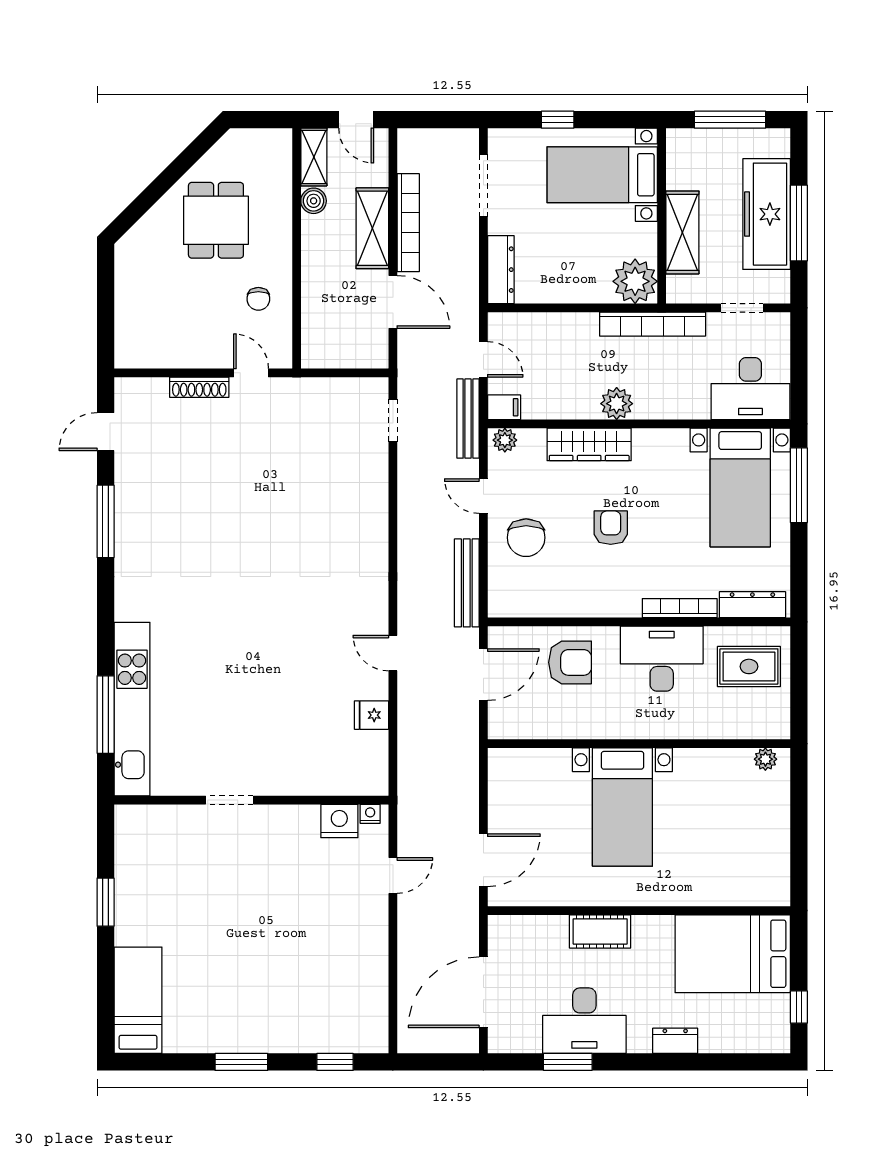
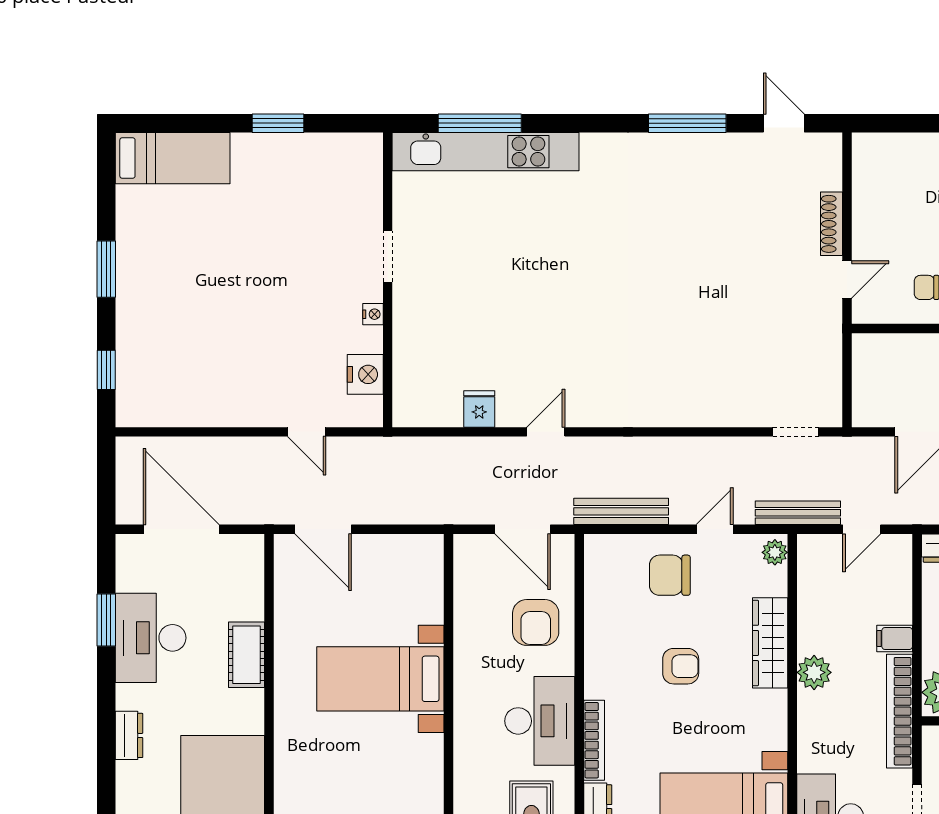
filing cabinet: (504, 407) -> (895, 638), moved, turned 90
nightstand: (370, 814) -> (373, 314), moved

